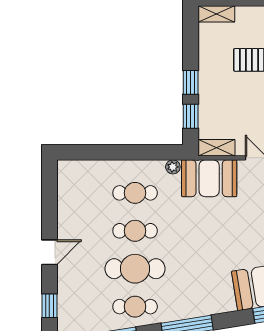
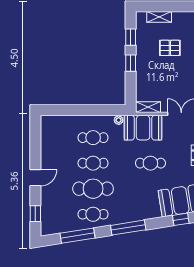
shelving: (216, 14) -> (159, 17), moved
window: (191, 116) -> (131, 37), moved
cafe table: (220, 231) -> (150, 163), added

